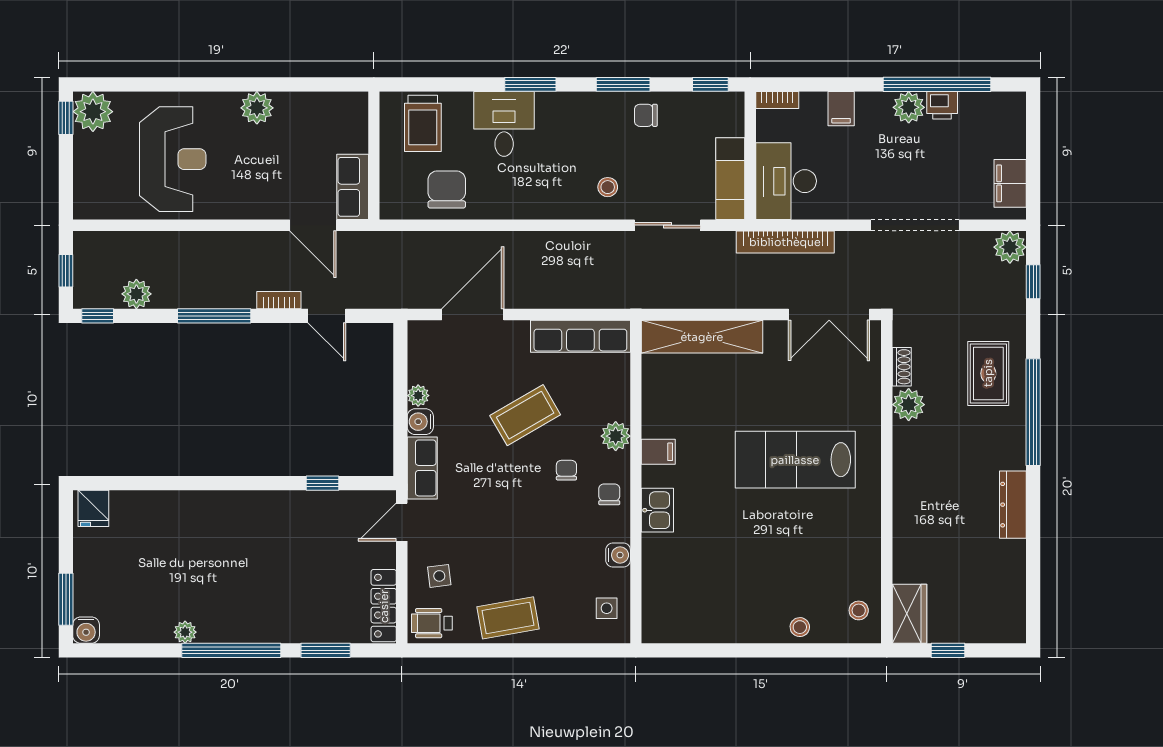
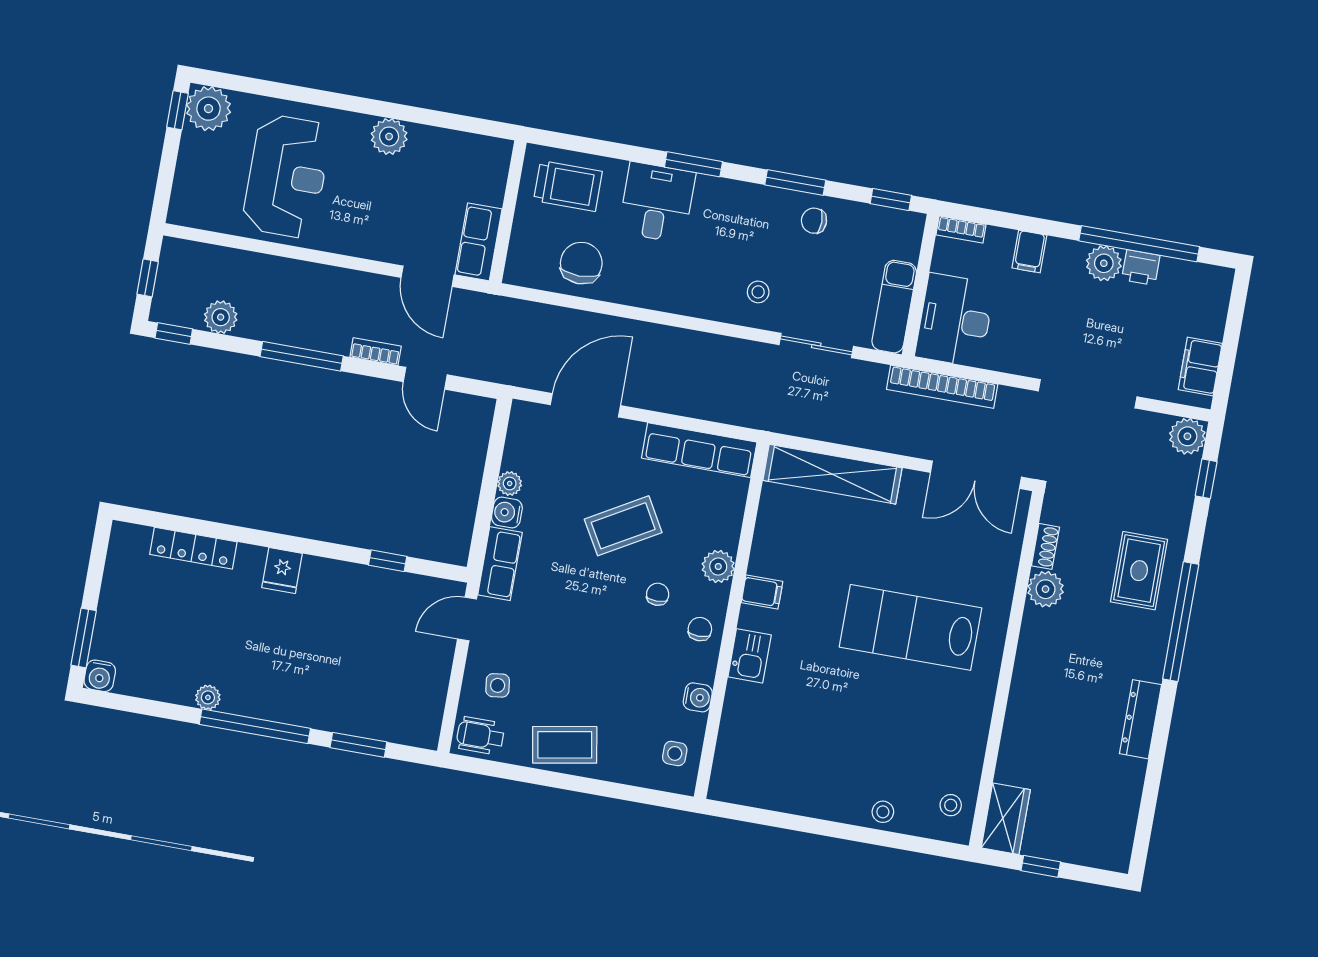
trolley: (423, 123) -> (568, 186), turned -90
fridge: (93, 508) -> (282, 571), moved
locker: (384, 606) -> (193, 548), moved, turned -90

